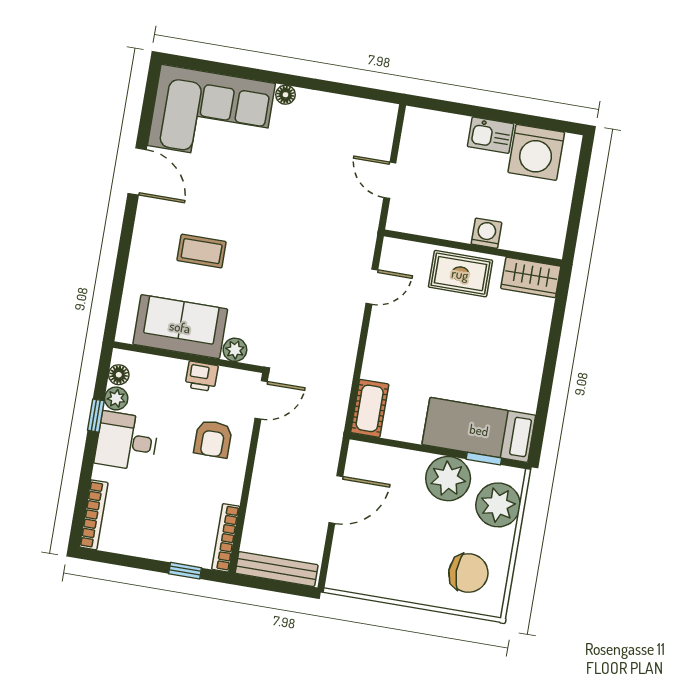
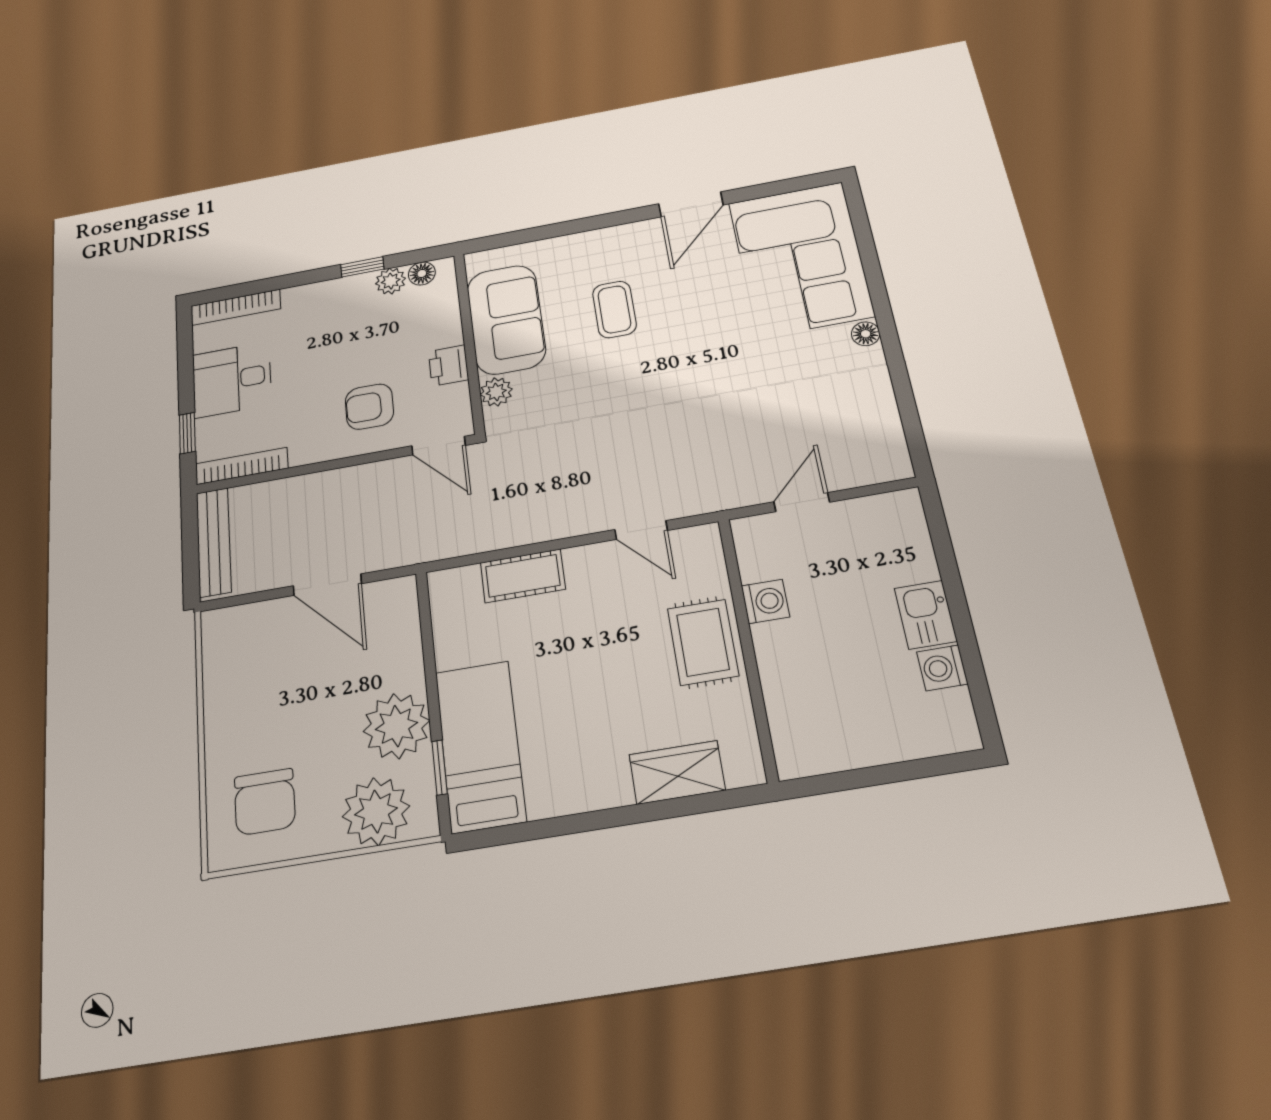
washing machine: (536, 152) -> (942, 668), width x0.53, depth x0.53
washing machine: (486, 233) -> (765, 601), moved
wardrobe: (531, 277) -> (677, 772), moved, turned 90
cot: (370, 408) -> (523, 576), moved
desk: (127, 441) -> (232, 380), moved, turned -90

